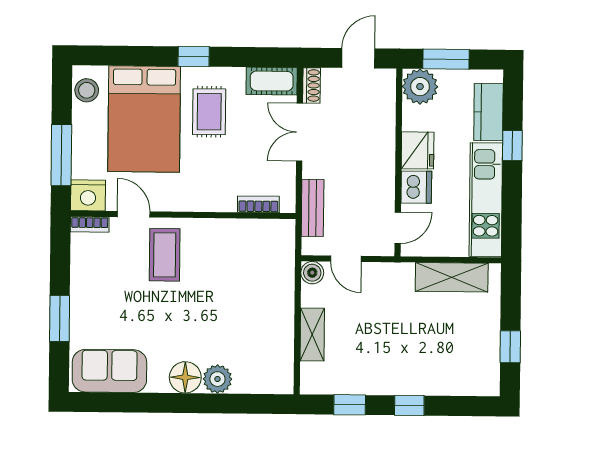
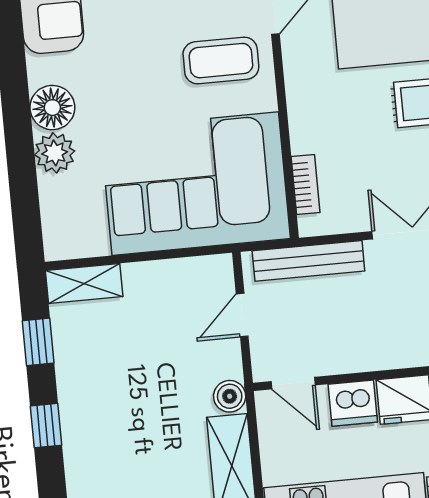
bench: (313, 208) -> (308, 261), width x1.36
boiler: (312, 273) -> (230, 396), moved
corner sofa: (250, 282) -> (195, 184), added
shelving: (312, 335) -> (84, 284), moved

